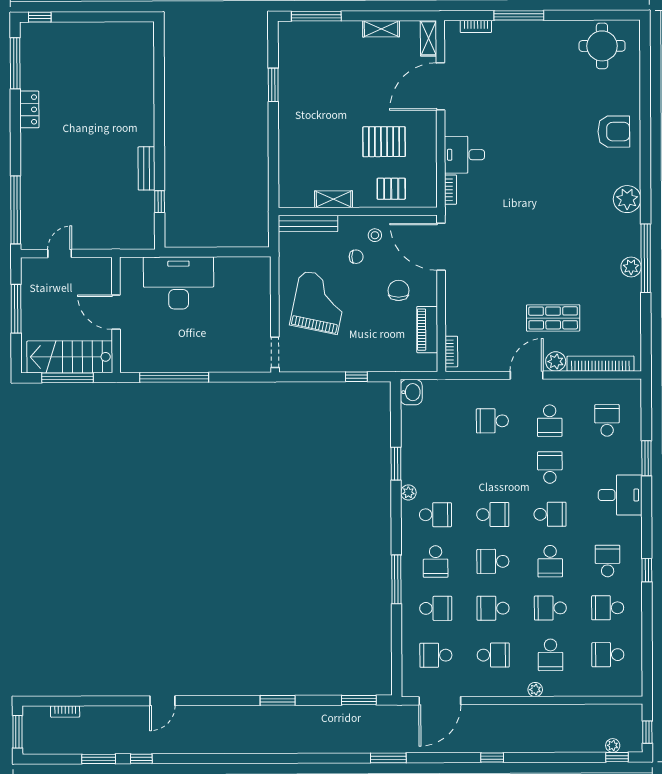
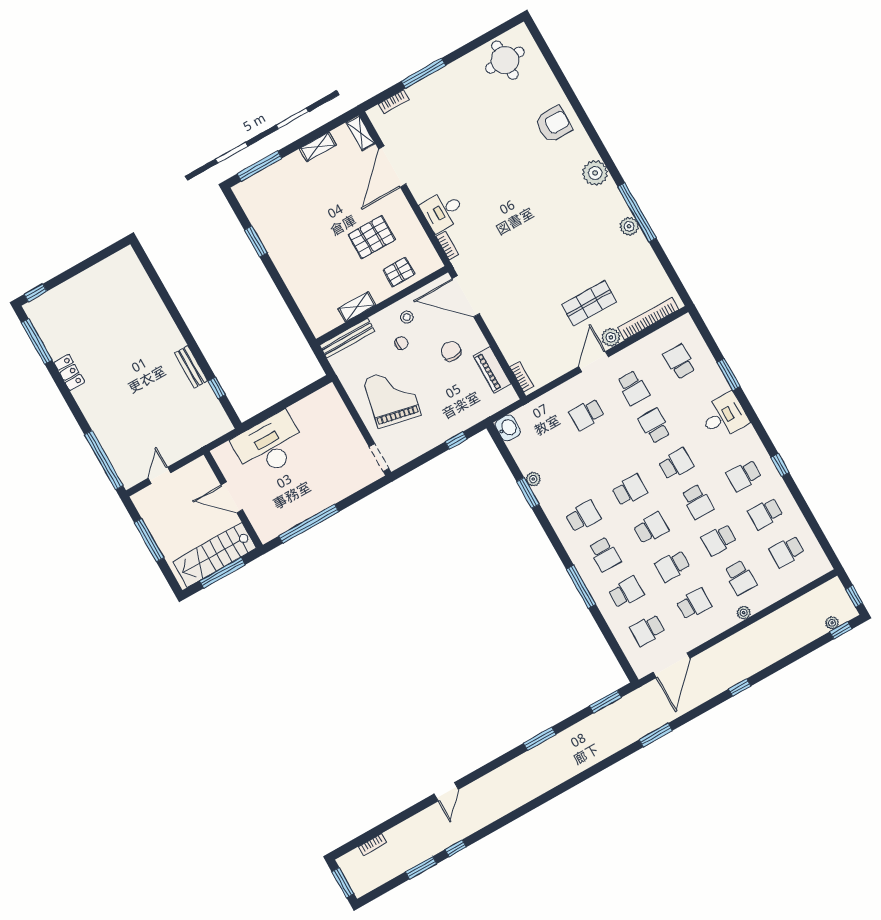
plant: (408, 492) -> (533, 479), moved
school desk: (493, 561) -> (651, 528), turned 180
school desk: (608, 561) -> (744, 475), turned -90

